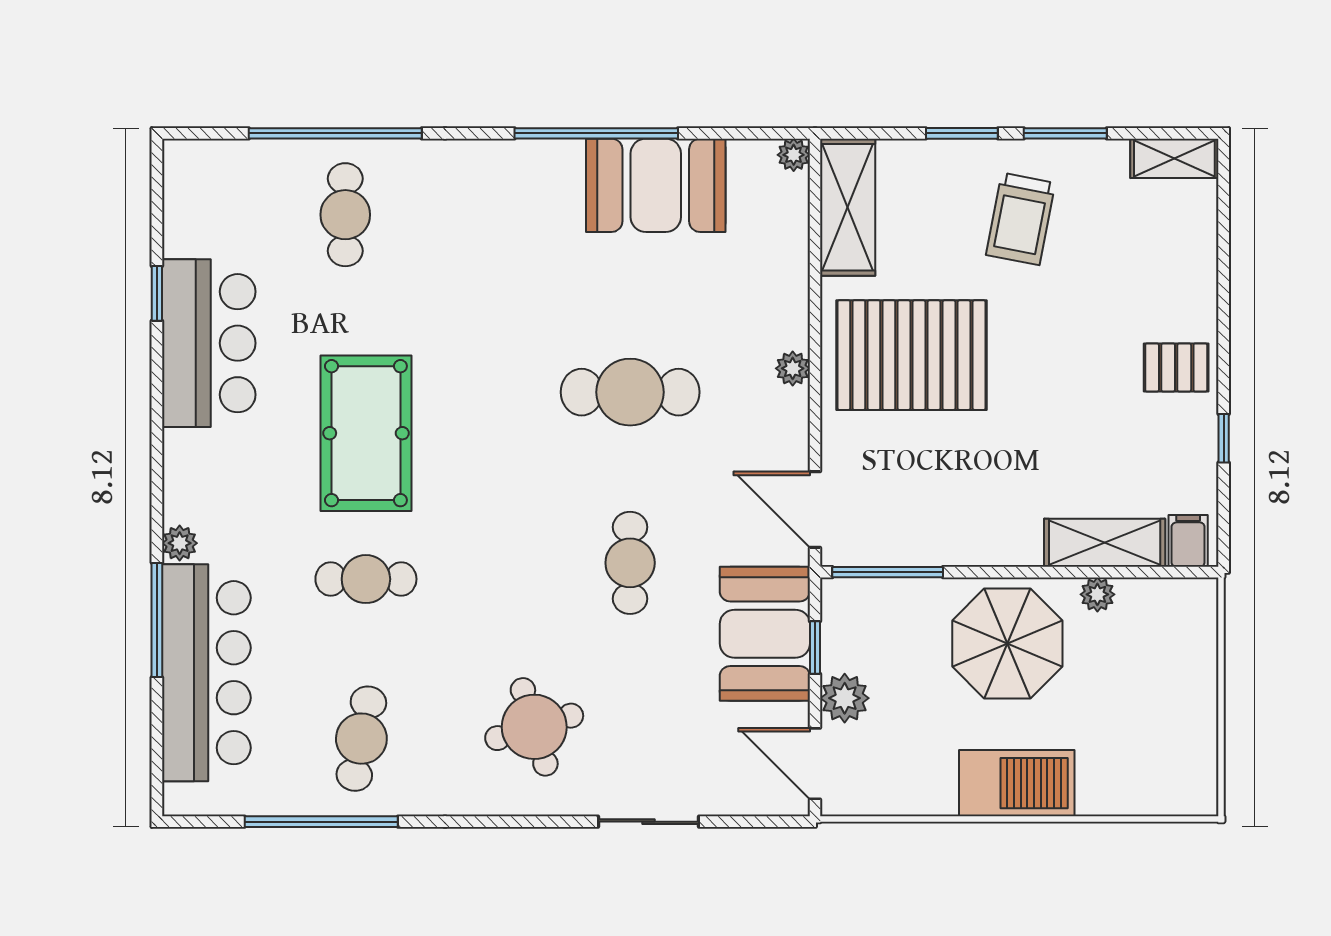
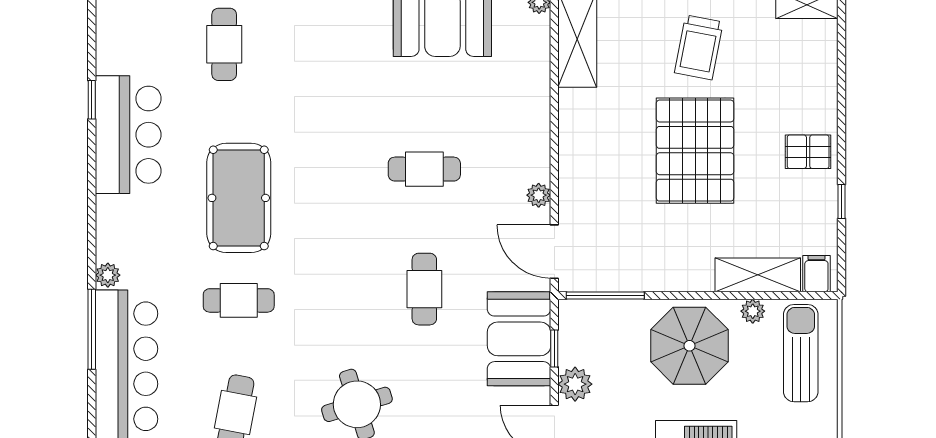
pallet: (911, 355) -> (695, 151), moved, turned 90
plant: (793, 368) -> (539, 195), moved
cafe table: (630, 392) -> (424, 169), width x0.73, depth x0.74
sun lounger: (1166, 654) -> (801, 353), added

